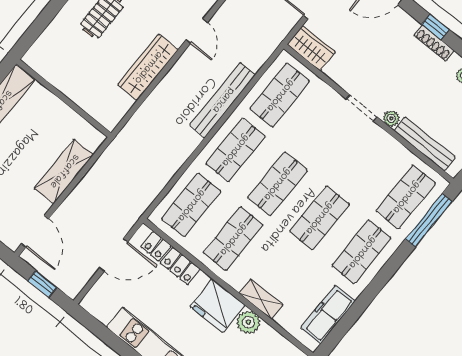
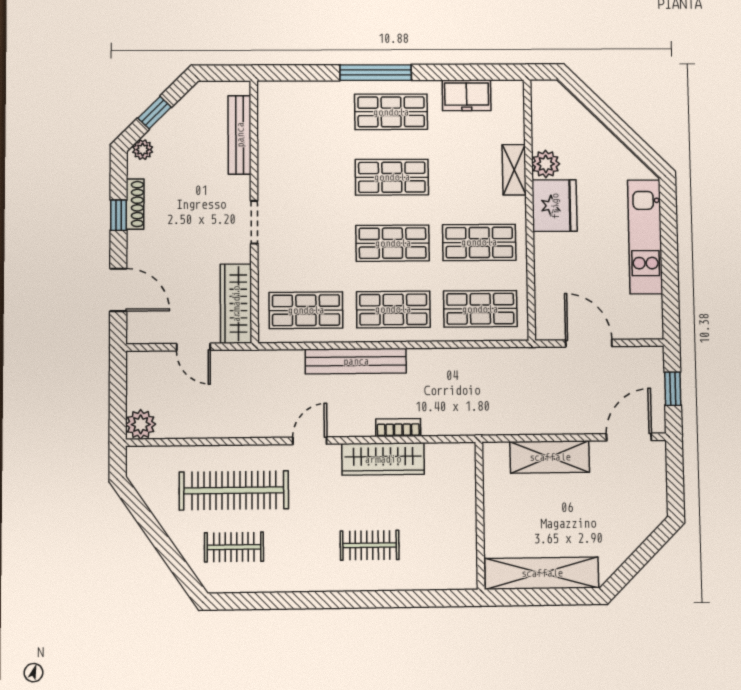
wardrobe: (311, 48) -> (236, 304), width x1.50
bookcase: (160, 93) -> (398, 428), added
plant: (391, 118) -> (241, 186), removed
shop shelf: (406, 197) -> (305, 112), removed
window: (429, 220) -> (376, 73), moved
locker: (171, 258) -> (547, 287), removed
freezer: (328, 315) -> (467, 95), width x0.71

